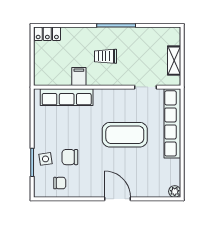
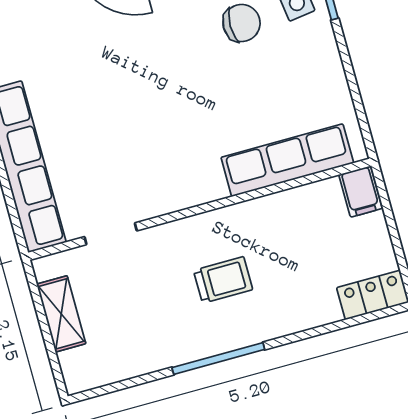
filing cabinet: (79, 77) -> (361, 192), moved
coffee table: (125, 135) -> (128, 110), removed

